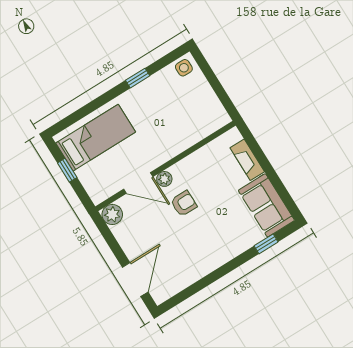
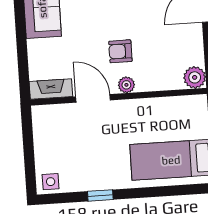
fireplace: (247, 160) -> (51, 89), moved, turned -90
door: (138, 183) -> (93, 98), moved

